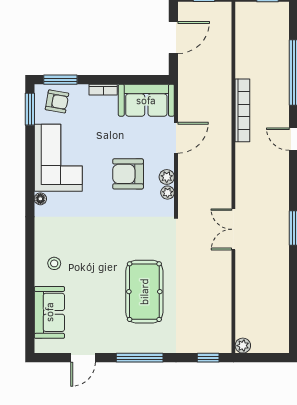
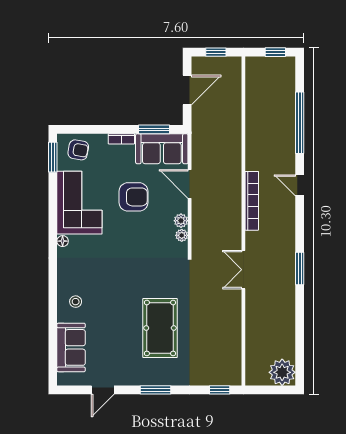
window: (60, 80) -> (154, 129), moved
bookcase: (242, 110) -> (252, 201), moved
door: (176, 138) -> (190, 184), swing flipped
armchair: (128, 174) -> (133, 197), moved, turned 180
plant: (243, 346) -> (282, 372), moved, width x1.88, depth x1.88
window: (140, 358) -> (156, 390), width x0.69

